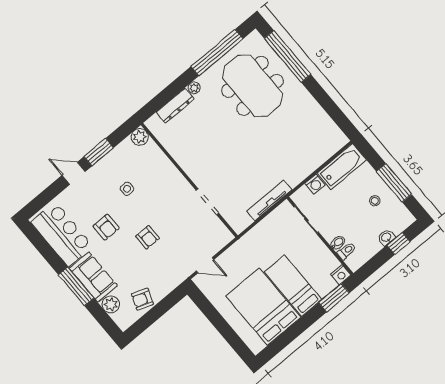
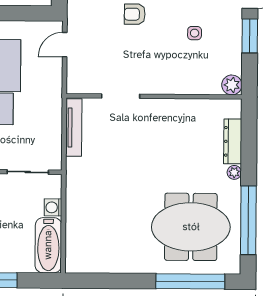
tv unit: (269, 200) -> (74, 128), moved

